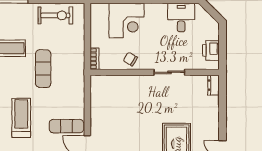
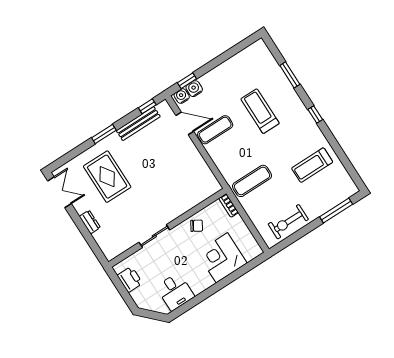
exercise mat: (43, 69) -> (252, 181), moved, turned 90
dresser: (213, 85) -> (90, 222), moved
treadmill: (21, 118) -> (260, 111), turned 180

